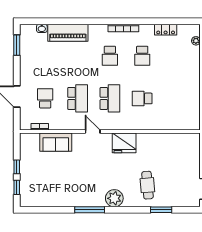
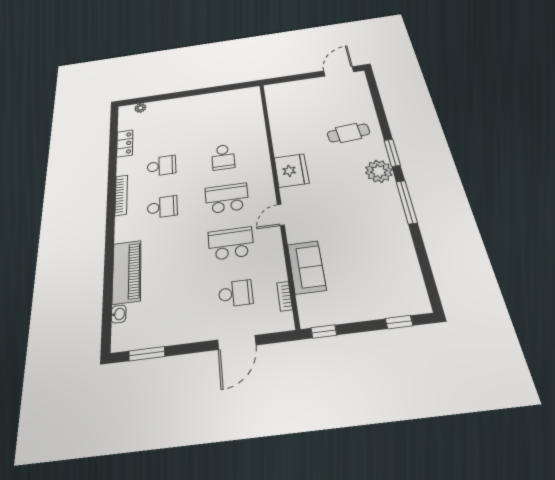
school desk: (45, 98) -> (236, 293), turned 180
window: (17, 167) -> (324, 332), moved
window: (161, 210) -> (392, 153), moved

